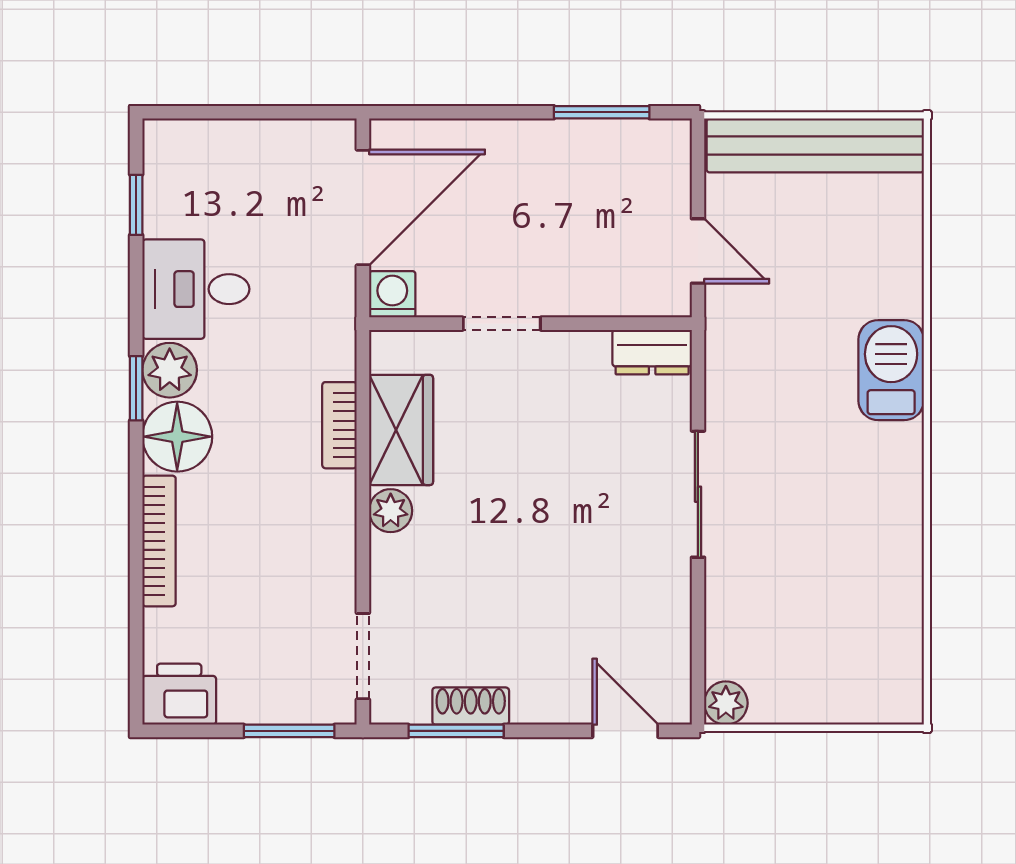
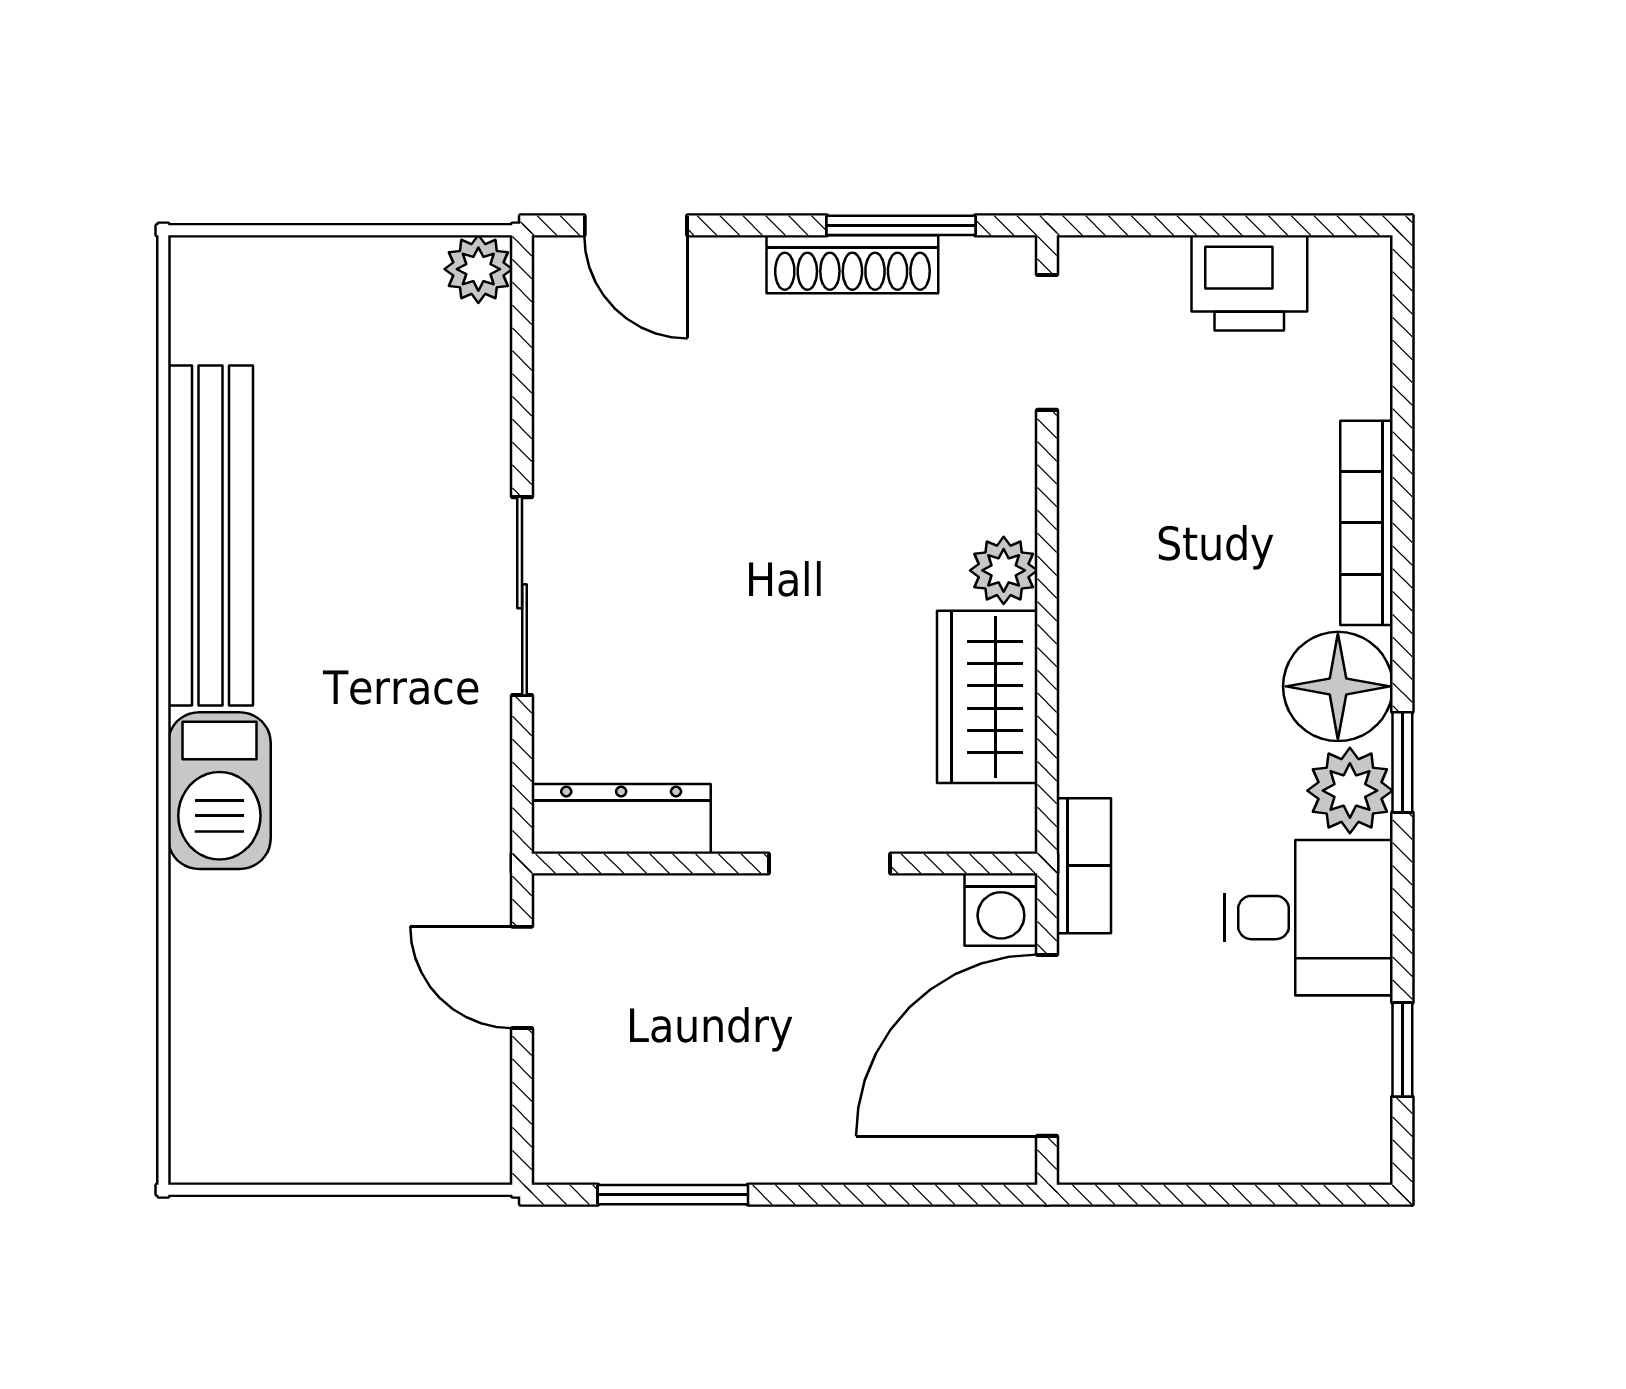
bench: (815, 145) -> (211, 536), moved, turned 90
dresser: (652, 352) -> (621, 819), width x1.44
bookcase: (339, 425) -> (1084, 866), moved
printer: (179, 694) -> (1249, 283), moved
shoe rack: (471, 706) -> (852, 264), width x1.43
window: (289, 731) -> (1163, 225), removed

